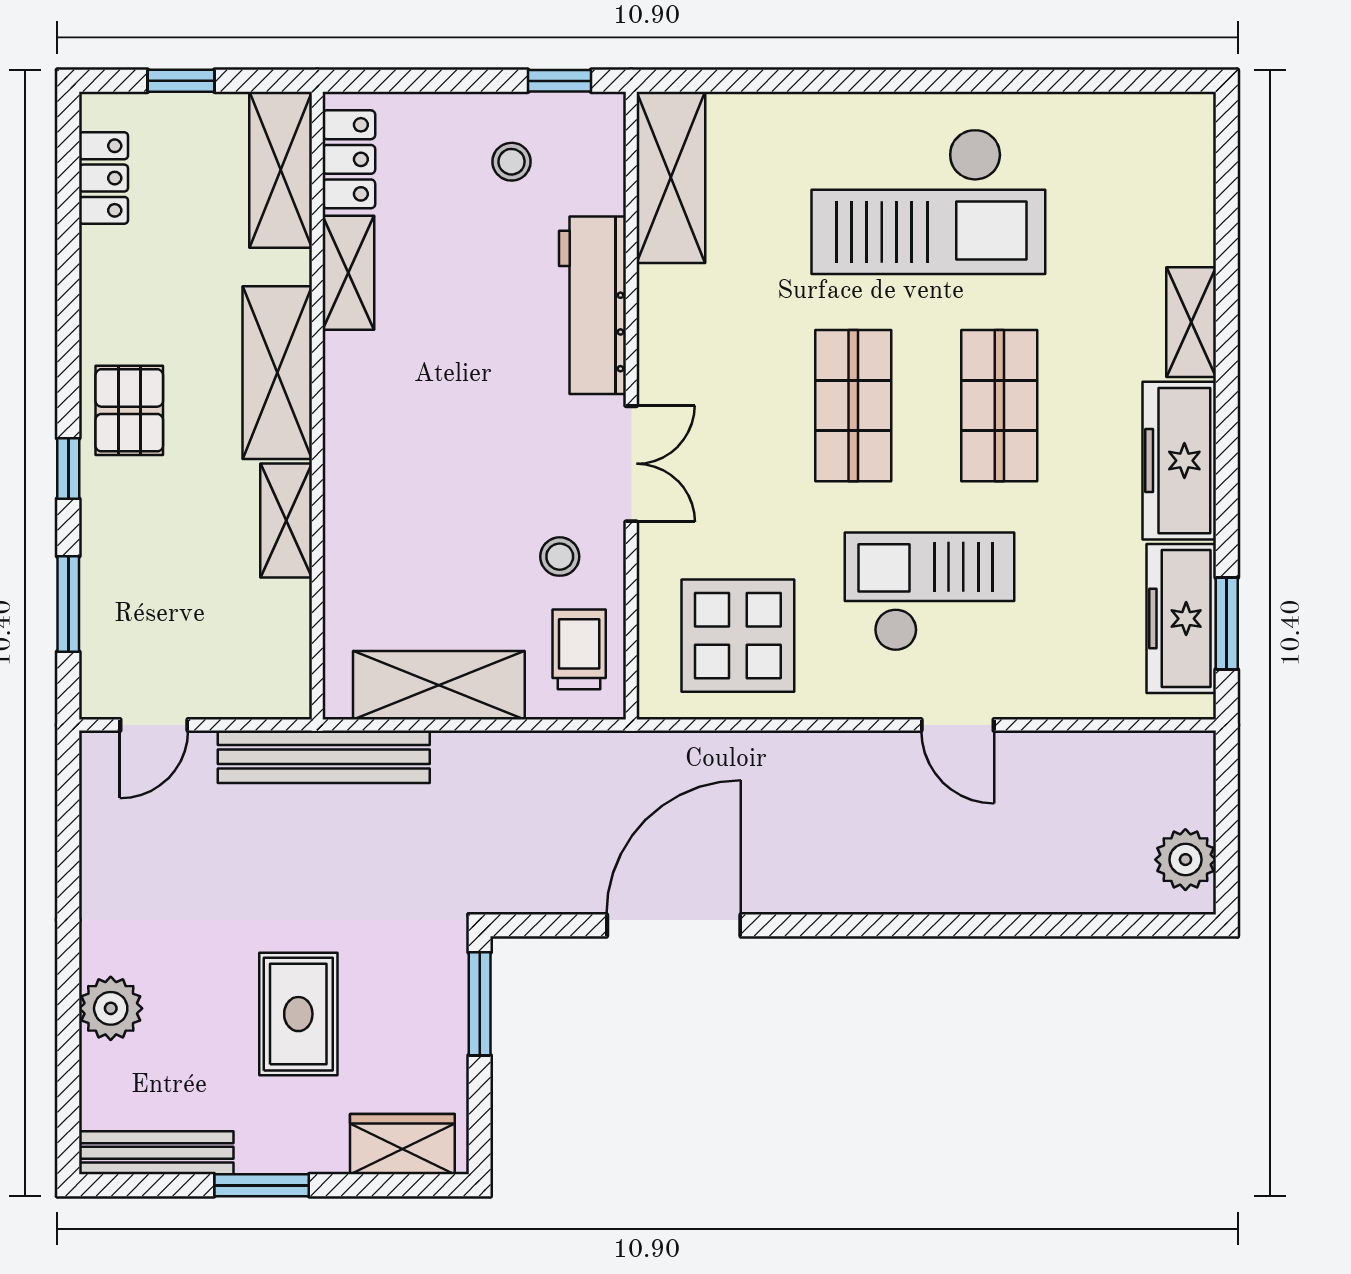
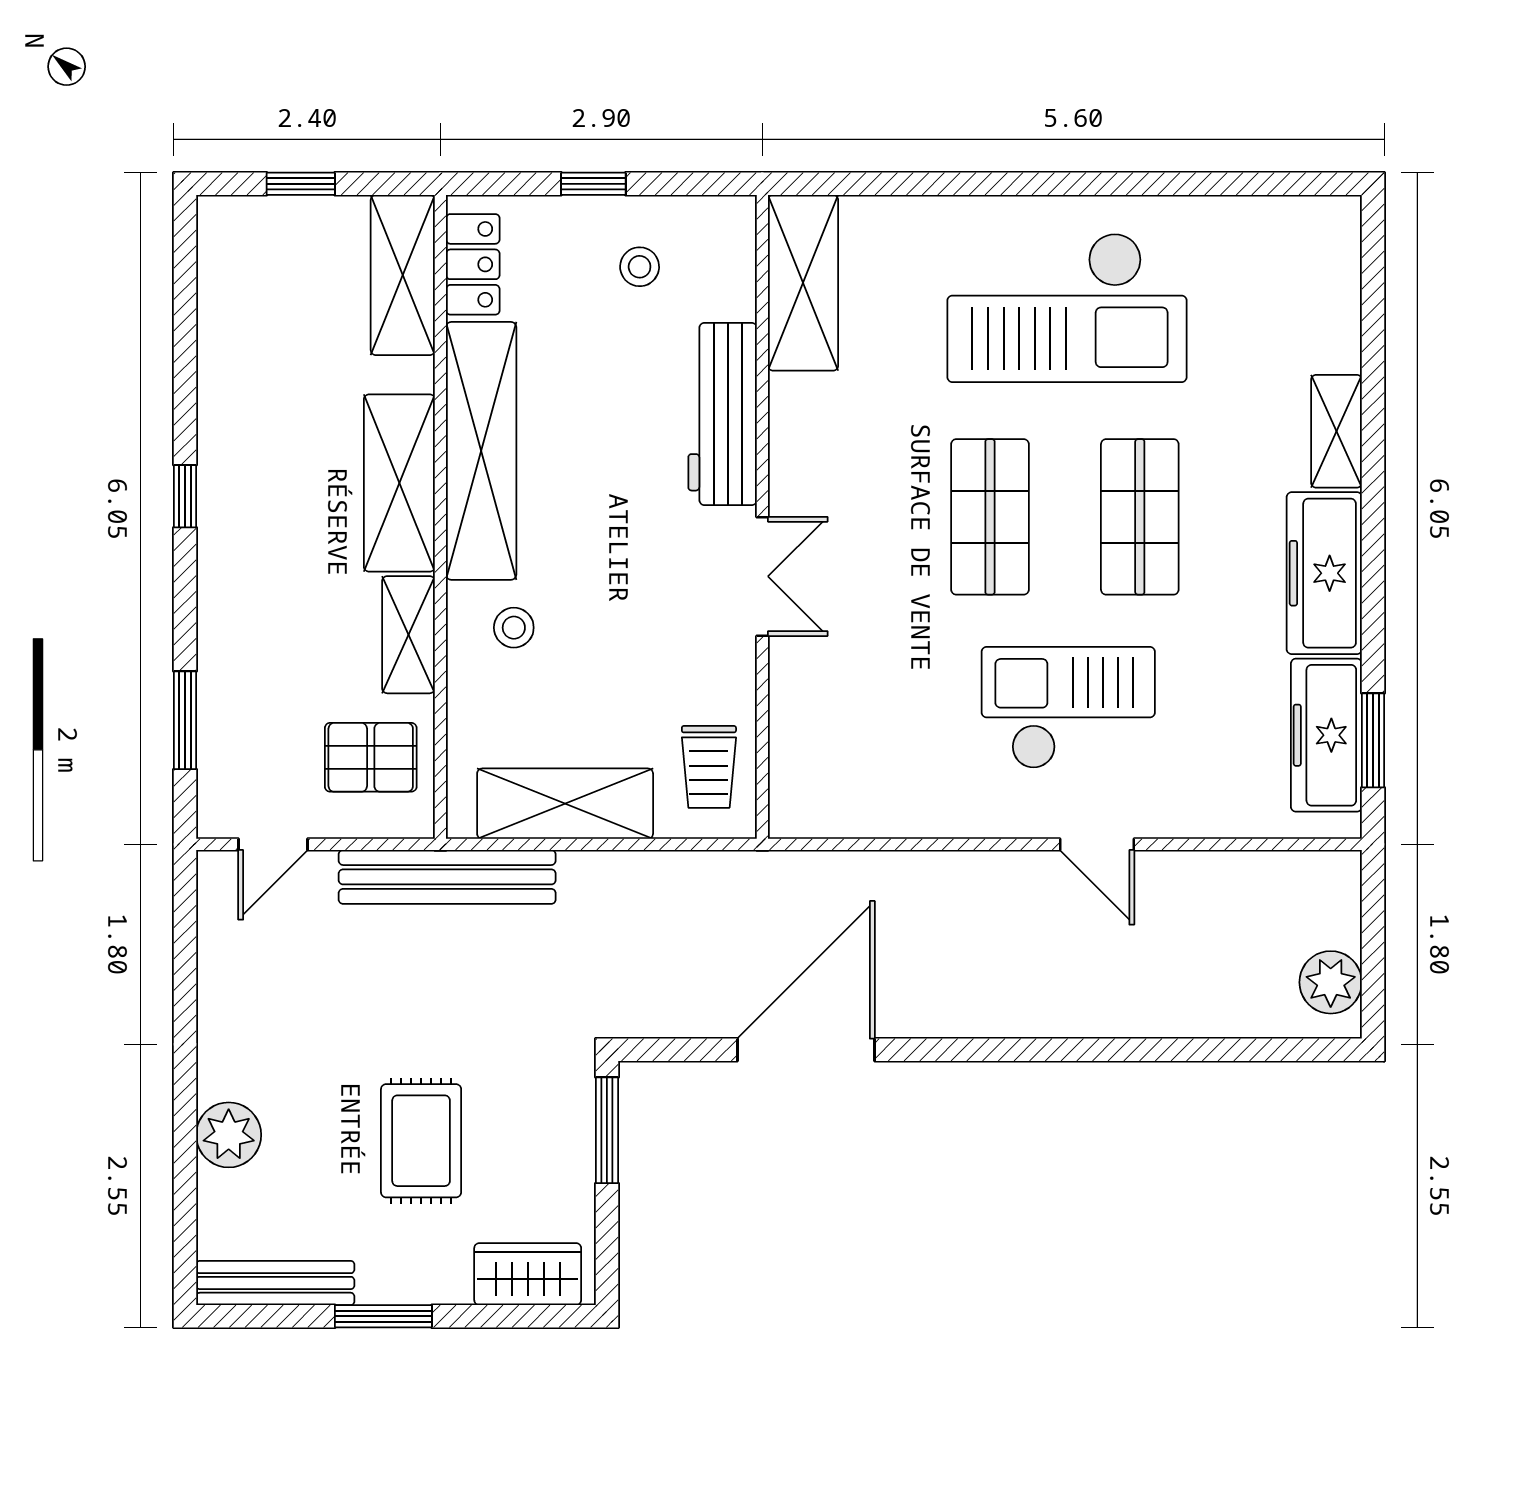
window: (559, 81) -> (593, 184), moved
locker: (103, 178) -> (221, 284), removed
shelving: (348, 273) -> (481, 451), width x2.20, depth x1.33
pallet: (129, 410) -> (371, 757), moved, turned 90
window: (68, 469) -> (185, 496), moved
stool: (560, 557) -> (514, 628), moved
display table: (738, 636) -> (872, 753), removed
trolley: (579, 649) -> (709, 767), turned 180

